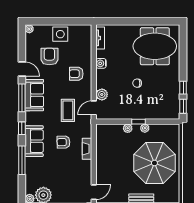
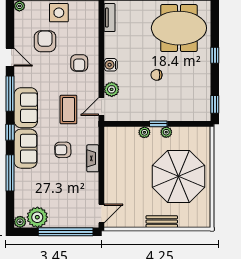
water cooler: (101, 63) -> (111, 65), moved
armchair: (76, 74) -> (79, 63), turned -90
window: (183, 88) -> (215, 55), moved
sofa: (34, 95) -> (26, 108), moved

